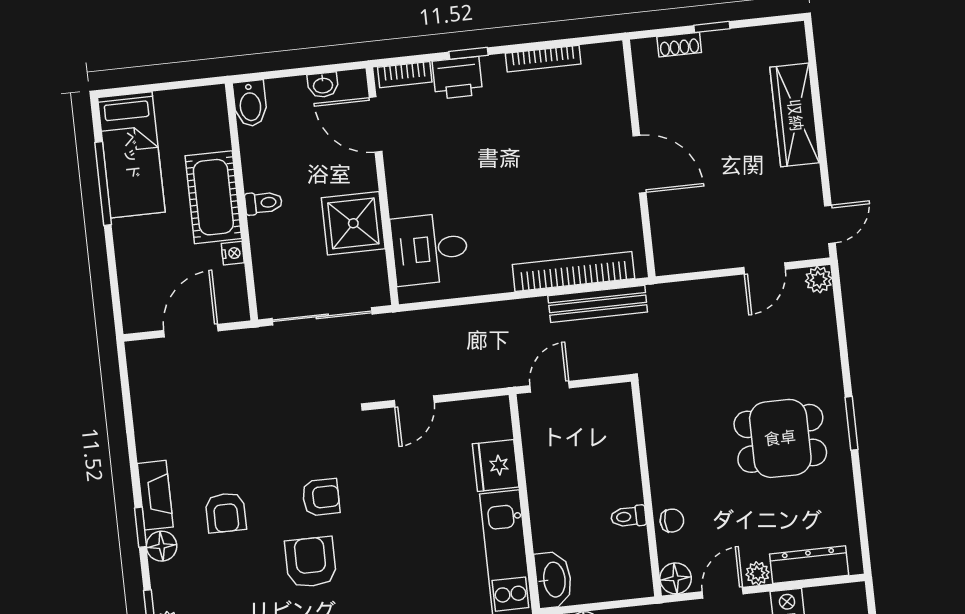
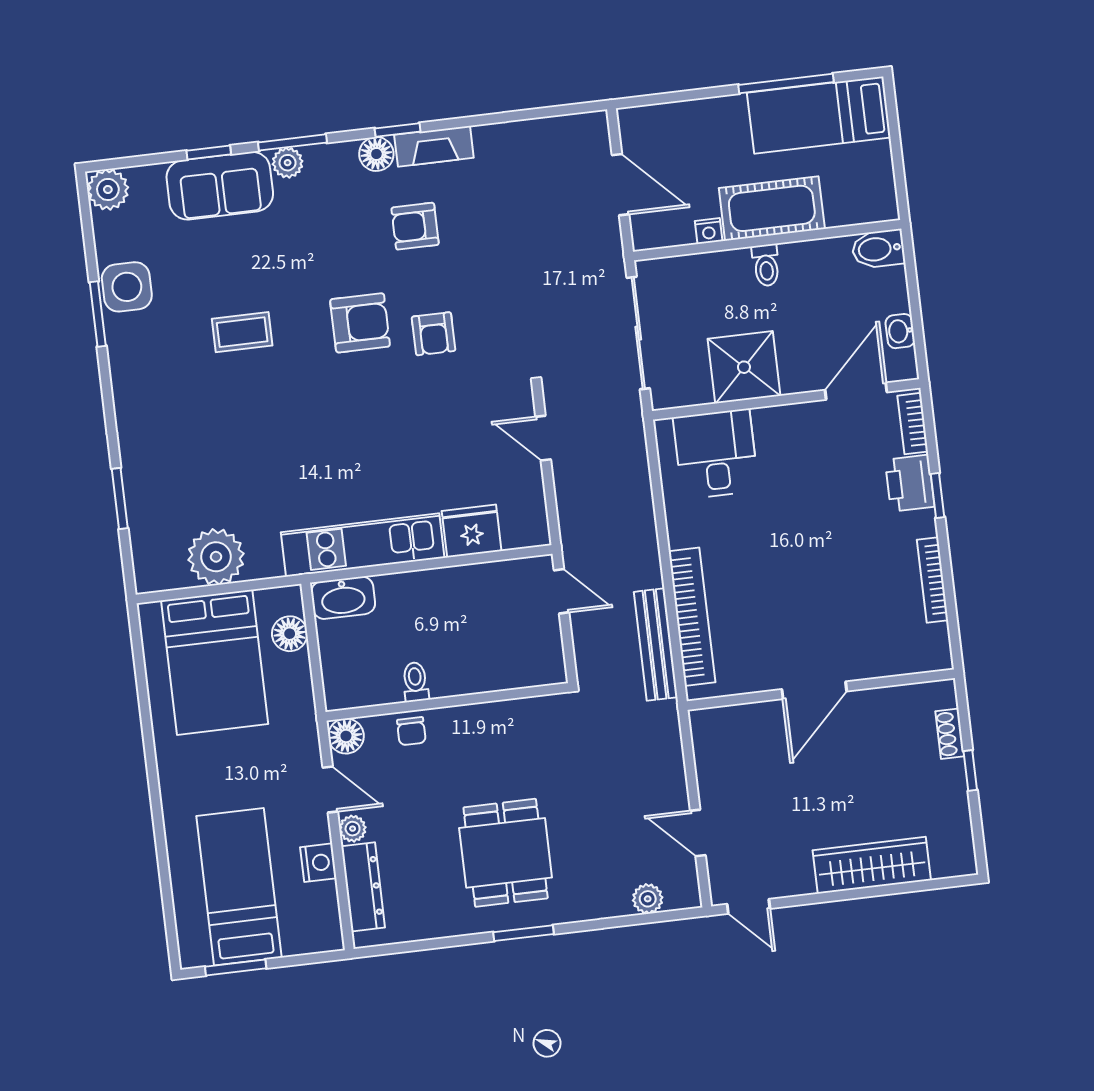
plant: (819, 280) -> (648, 899), moved

